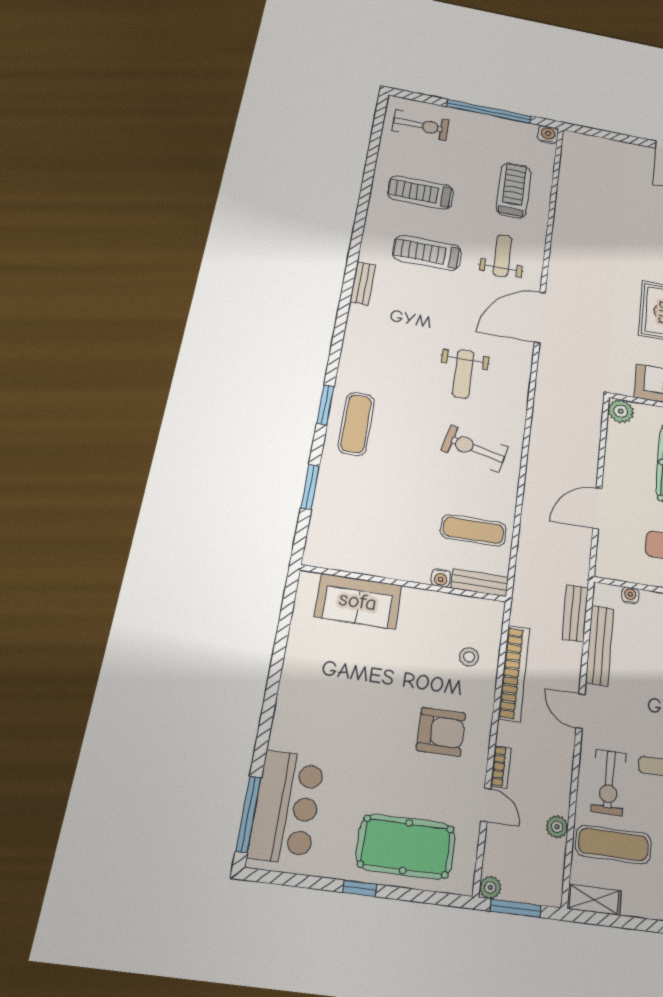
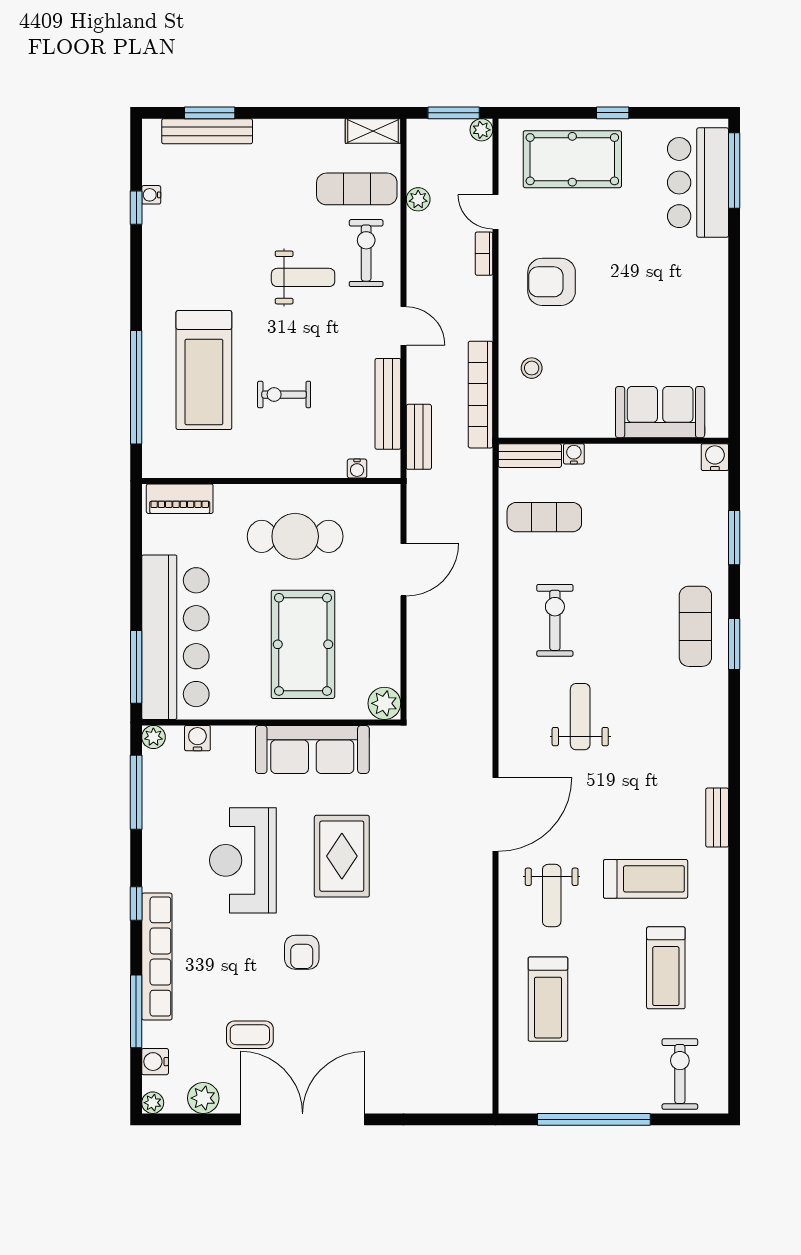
exercise bike: (421, 125) -> (680, 1074), turned 90
water cooler: (548, 135) -> (715, 457), moved, turned 180
treadmill: (420, 192) -> (666, 968), turned 90
exercise bike: (475, 448) -> (555, 620), turned -103
bookcase: (514, 673) -> (481, 395), moved

